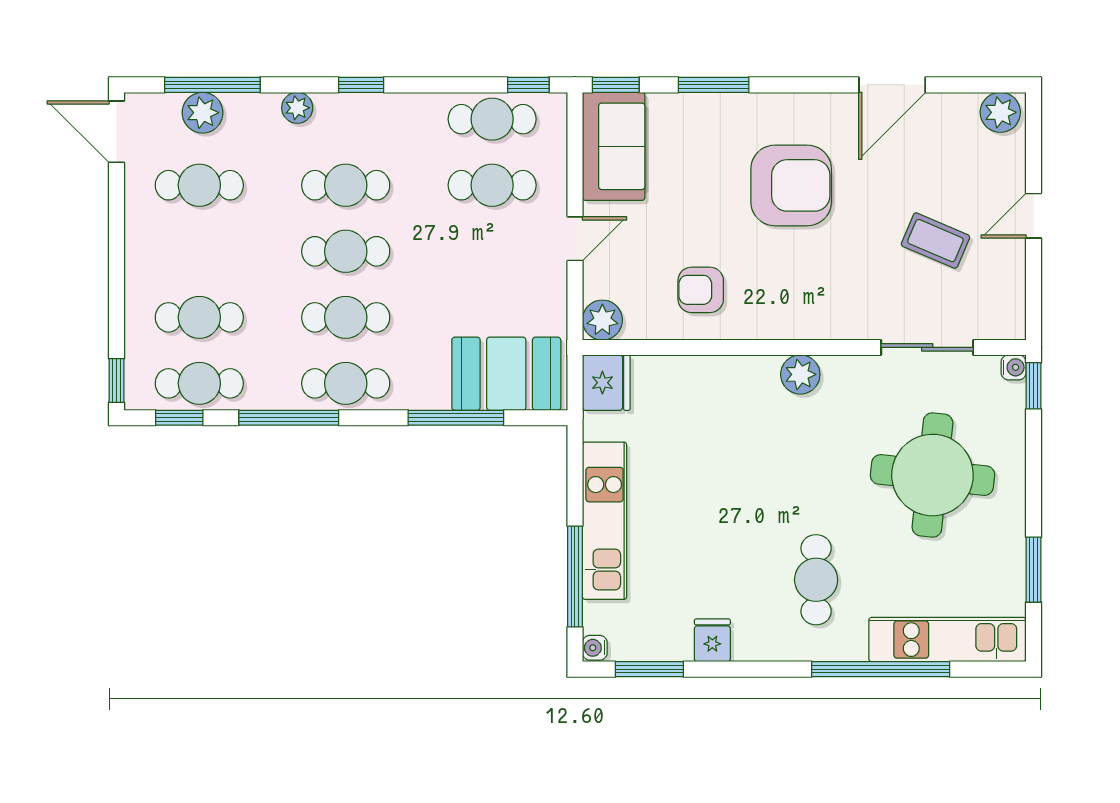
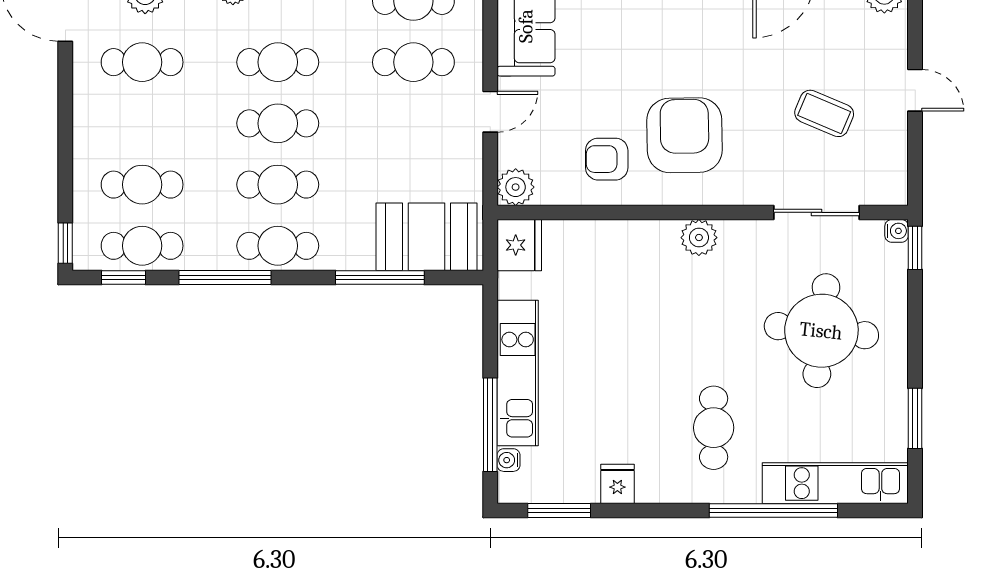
armchair: (791, 185) -> (685, 135), moved, turned -91
door: (1034, 216) -> (915, 90), swing flipped
water cooler: (595, 648) -> (508, 460), moved

